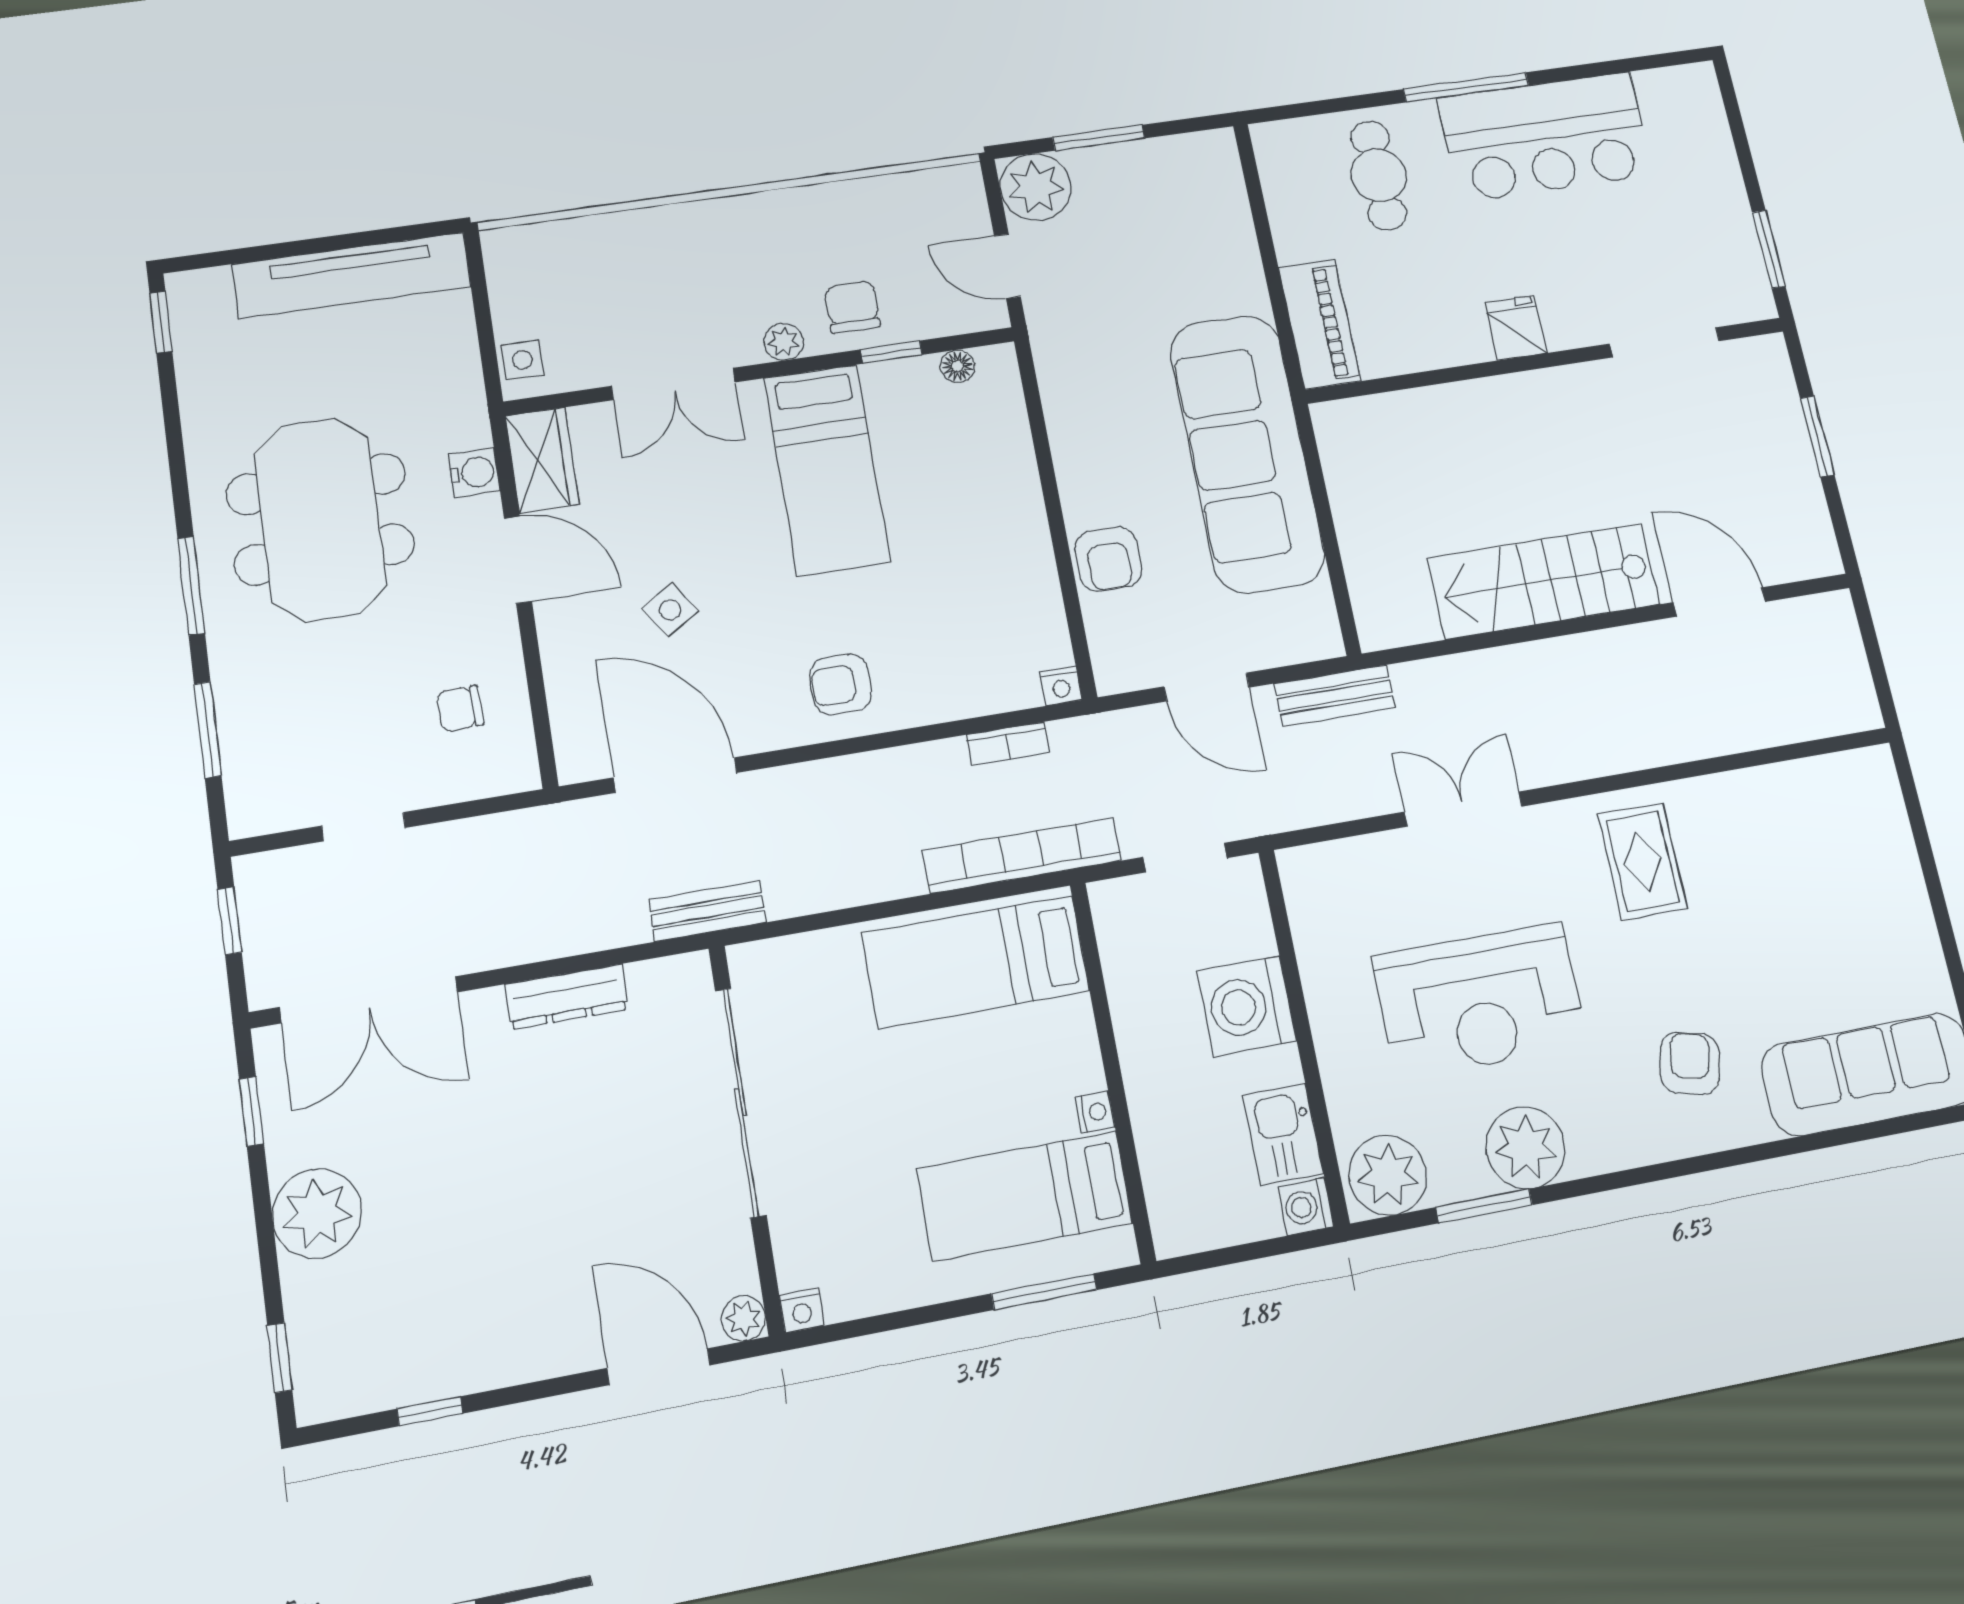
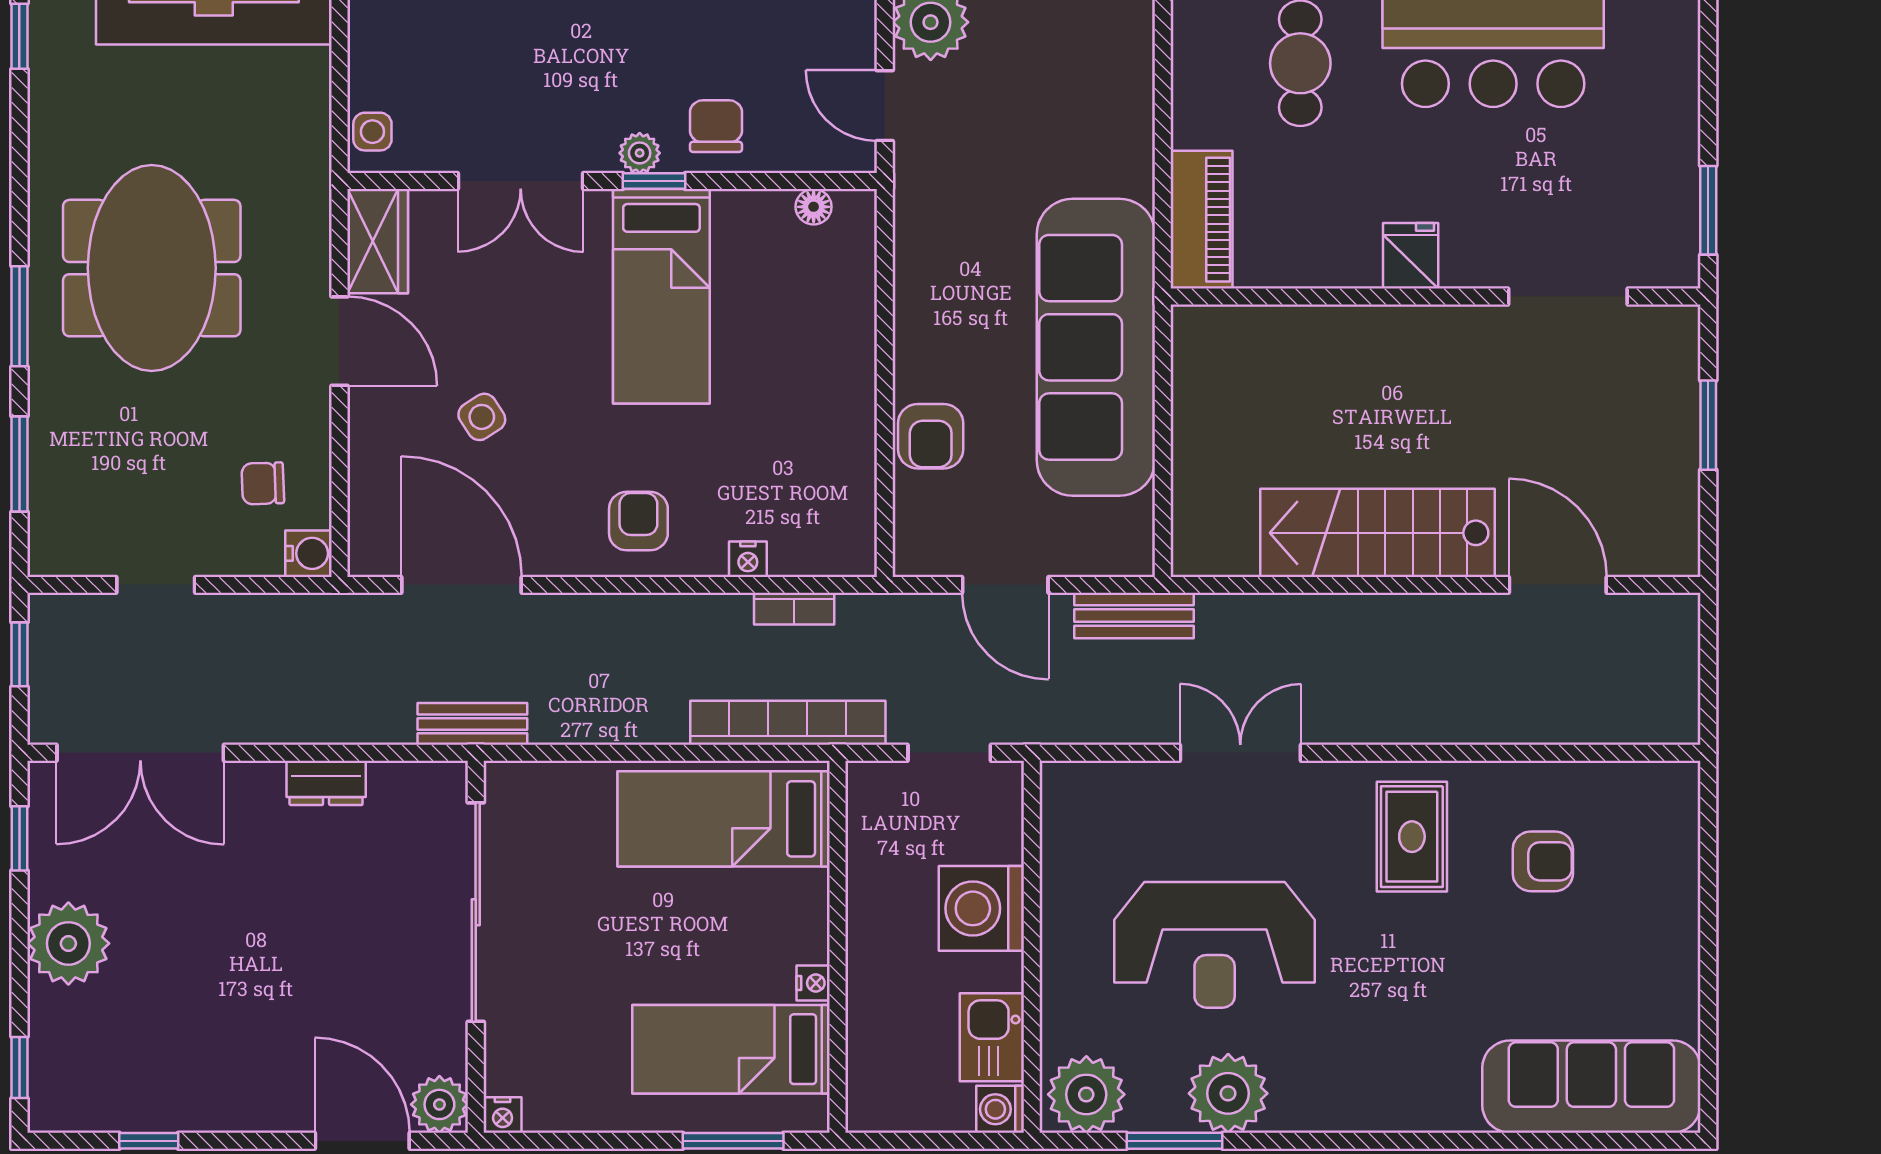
window: (891, 352) -> (654, 181), moved
water cooler: (474, 473) -> (308, 553), moved
armchair: (841, 684) -> (638, 521), turned 90
nightstand: (1061, 686) -> (748, 559), moved
dresser: (567, 997) -> (326, 783), width x0.70
armchair: (1690, 1063) -> (1543, 861), moved, turned 77
plant: (743, 1319) -> (439, 1104), width x1.38, depth x1.38

